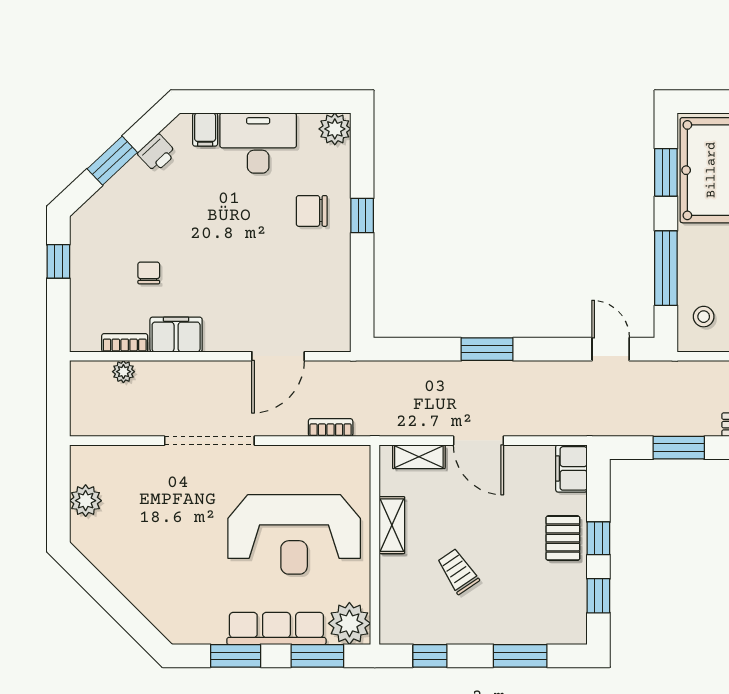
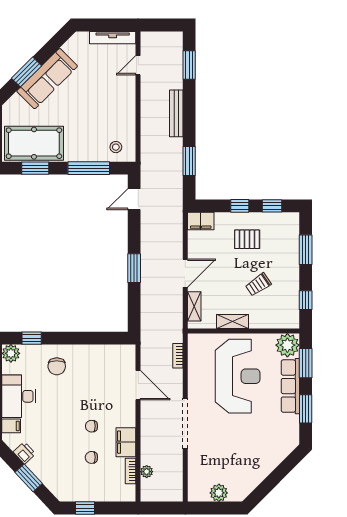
window: (362, 215) -> (32, 338), moved
chair: (205, 273) -> (91, 426), added
pallet: (563, 538) -> (247, 239), moved

